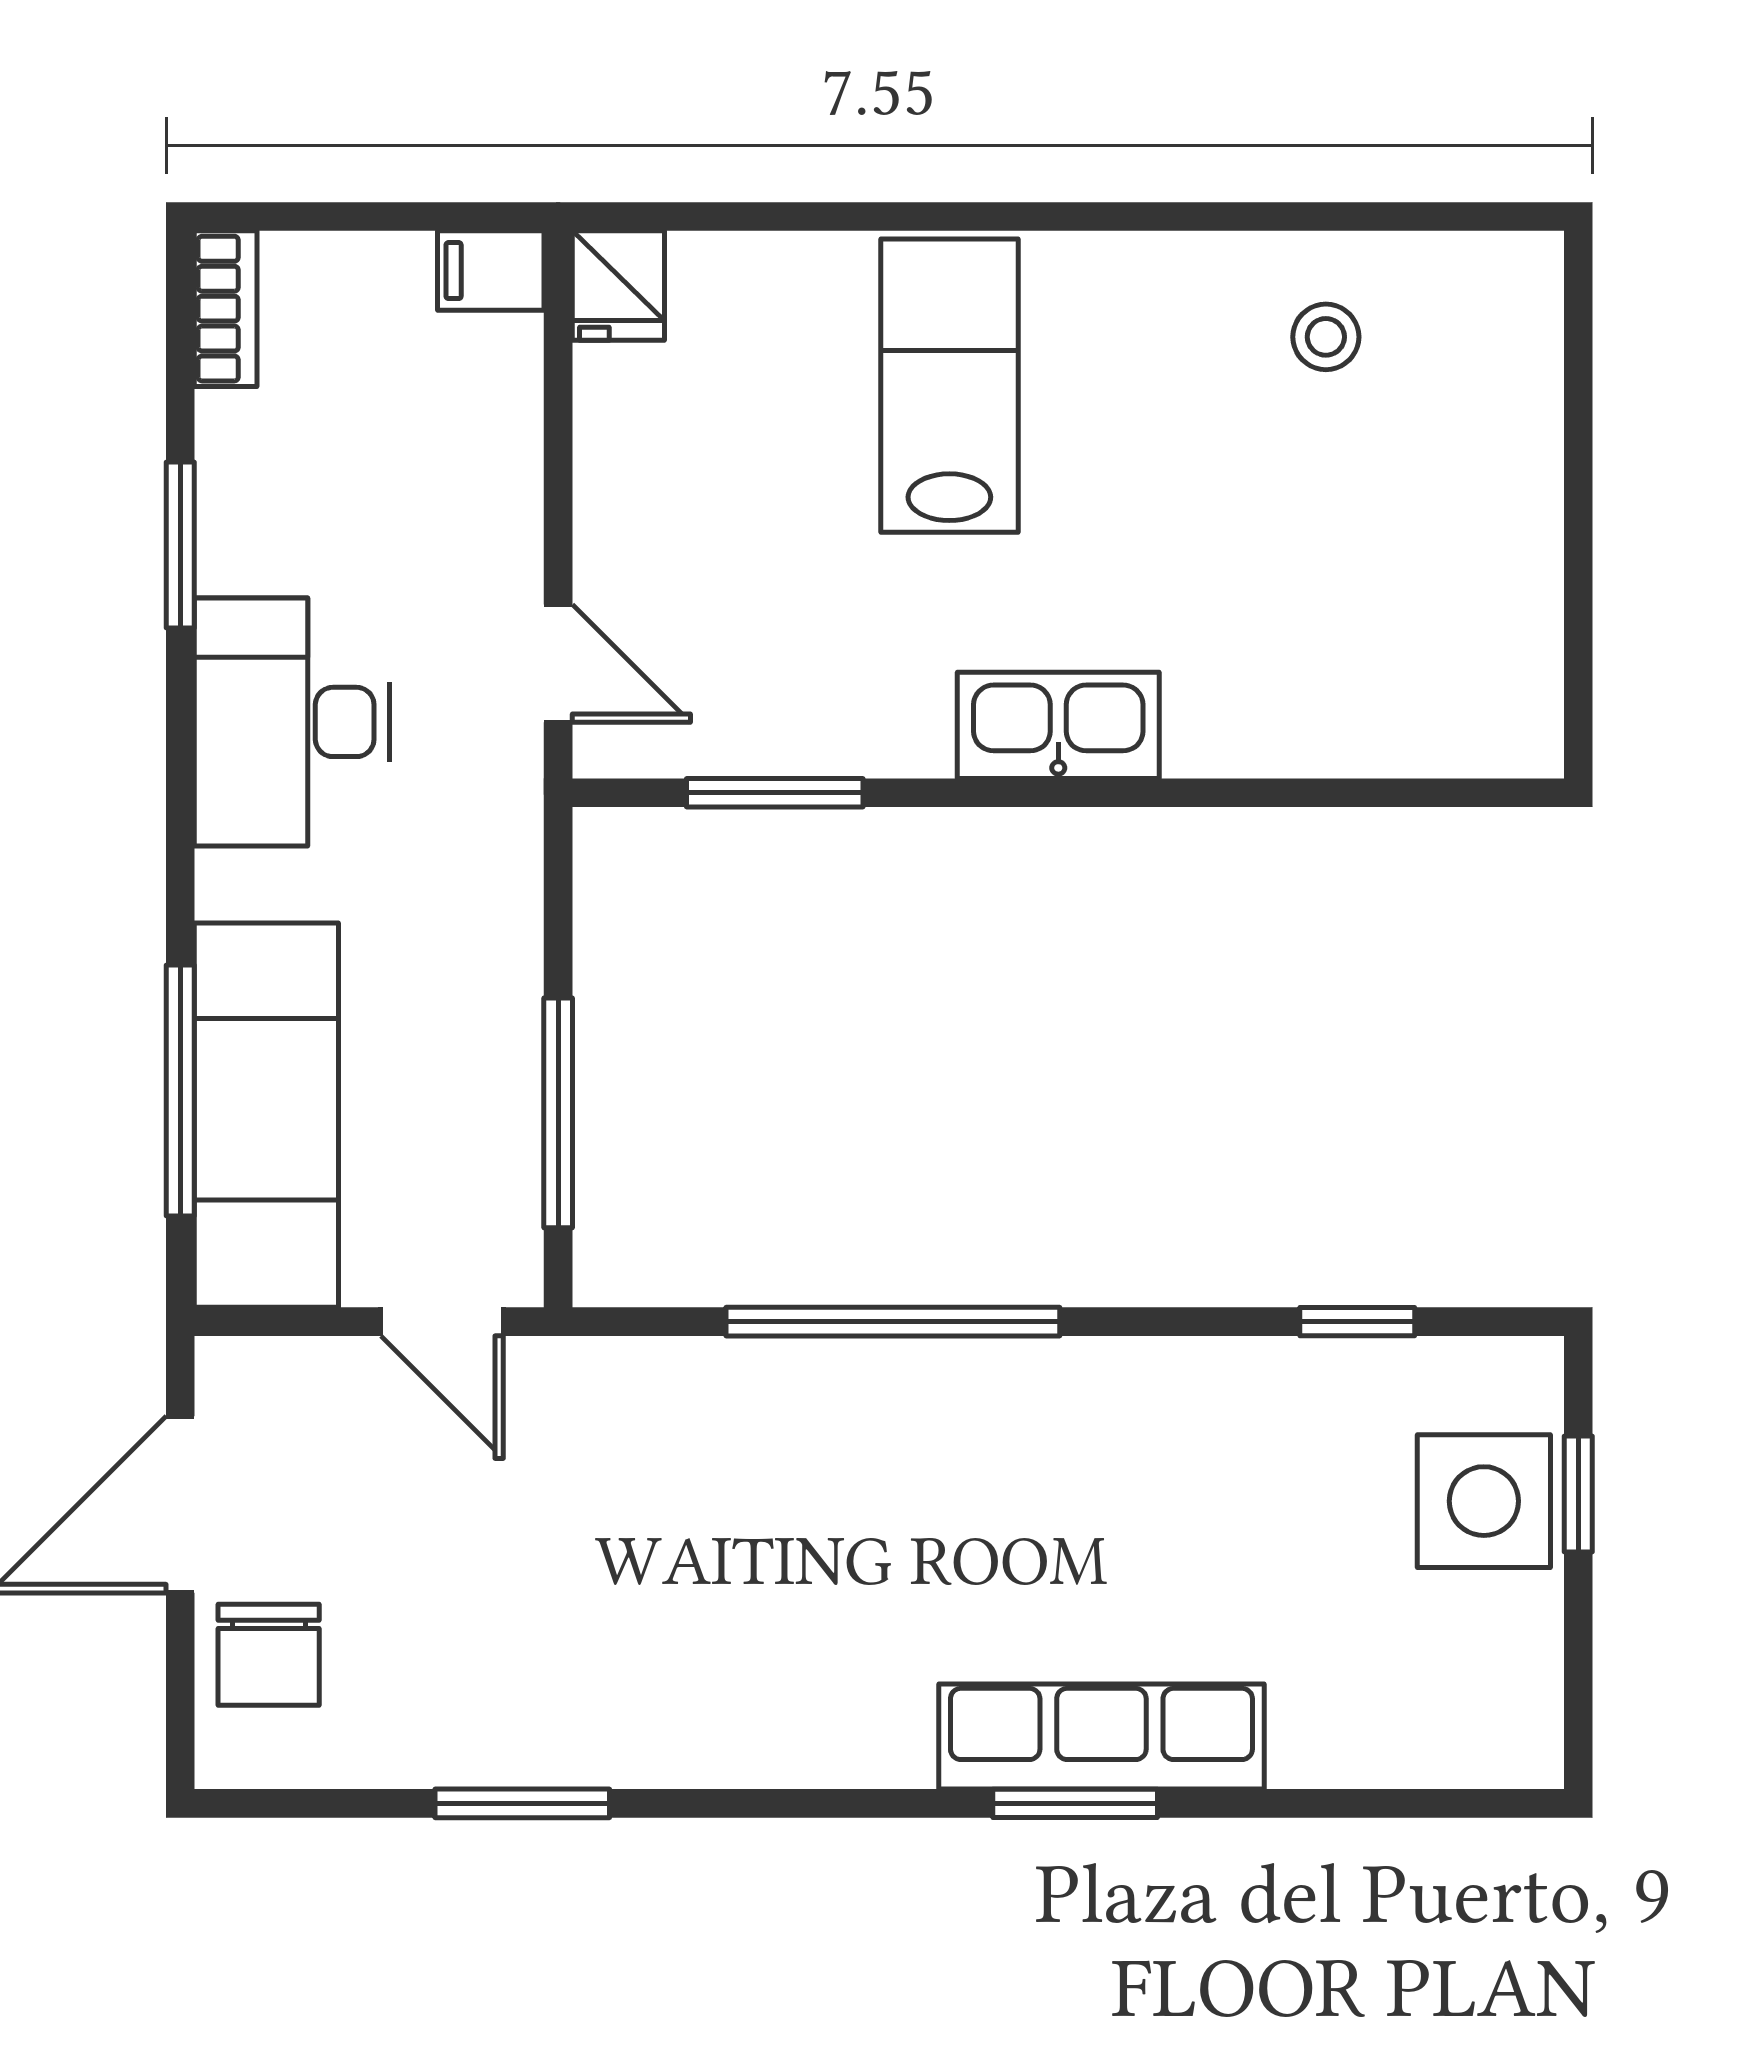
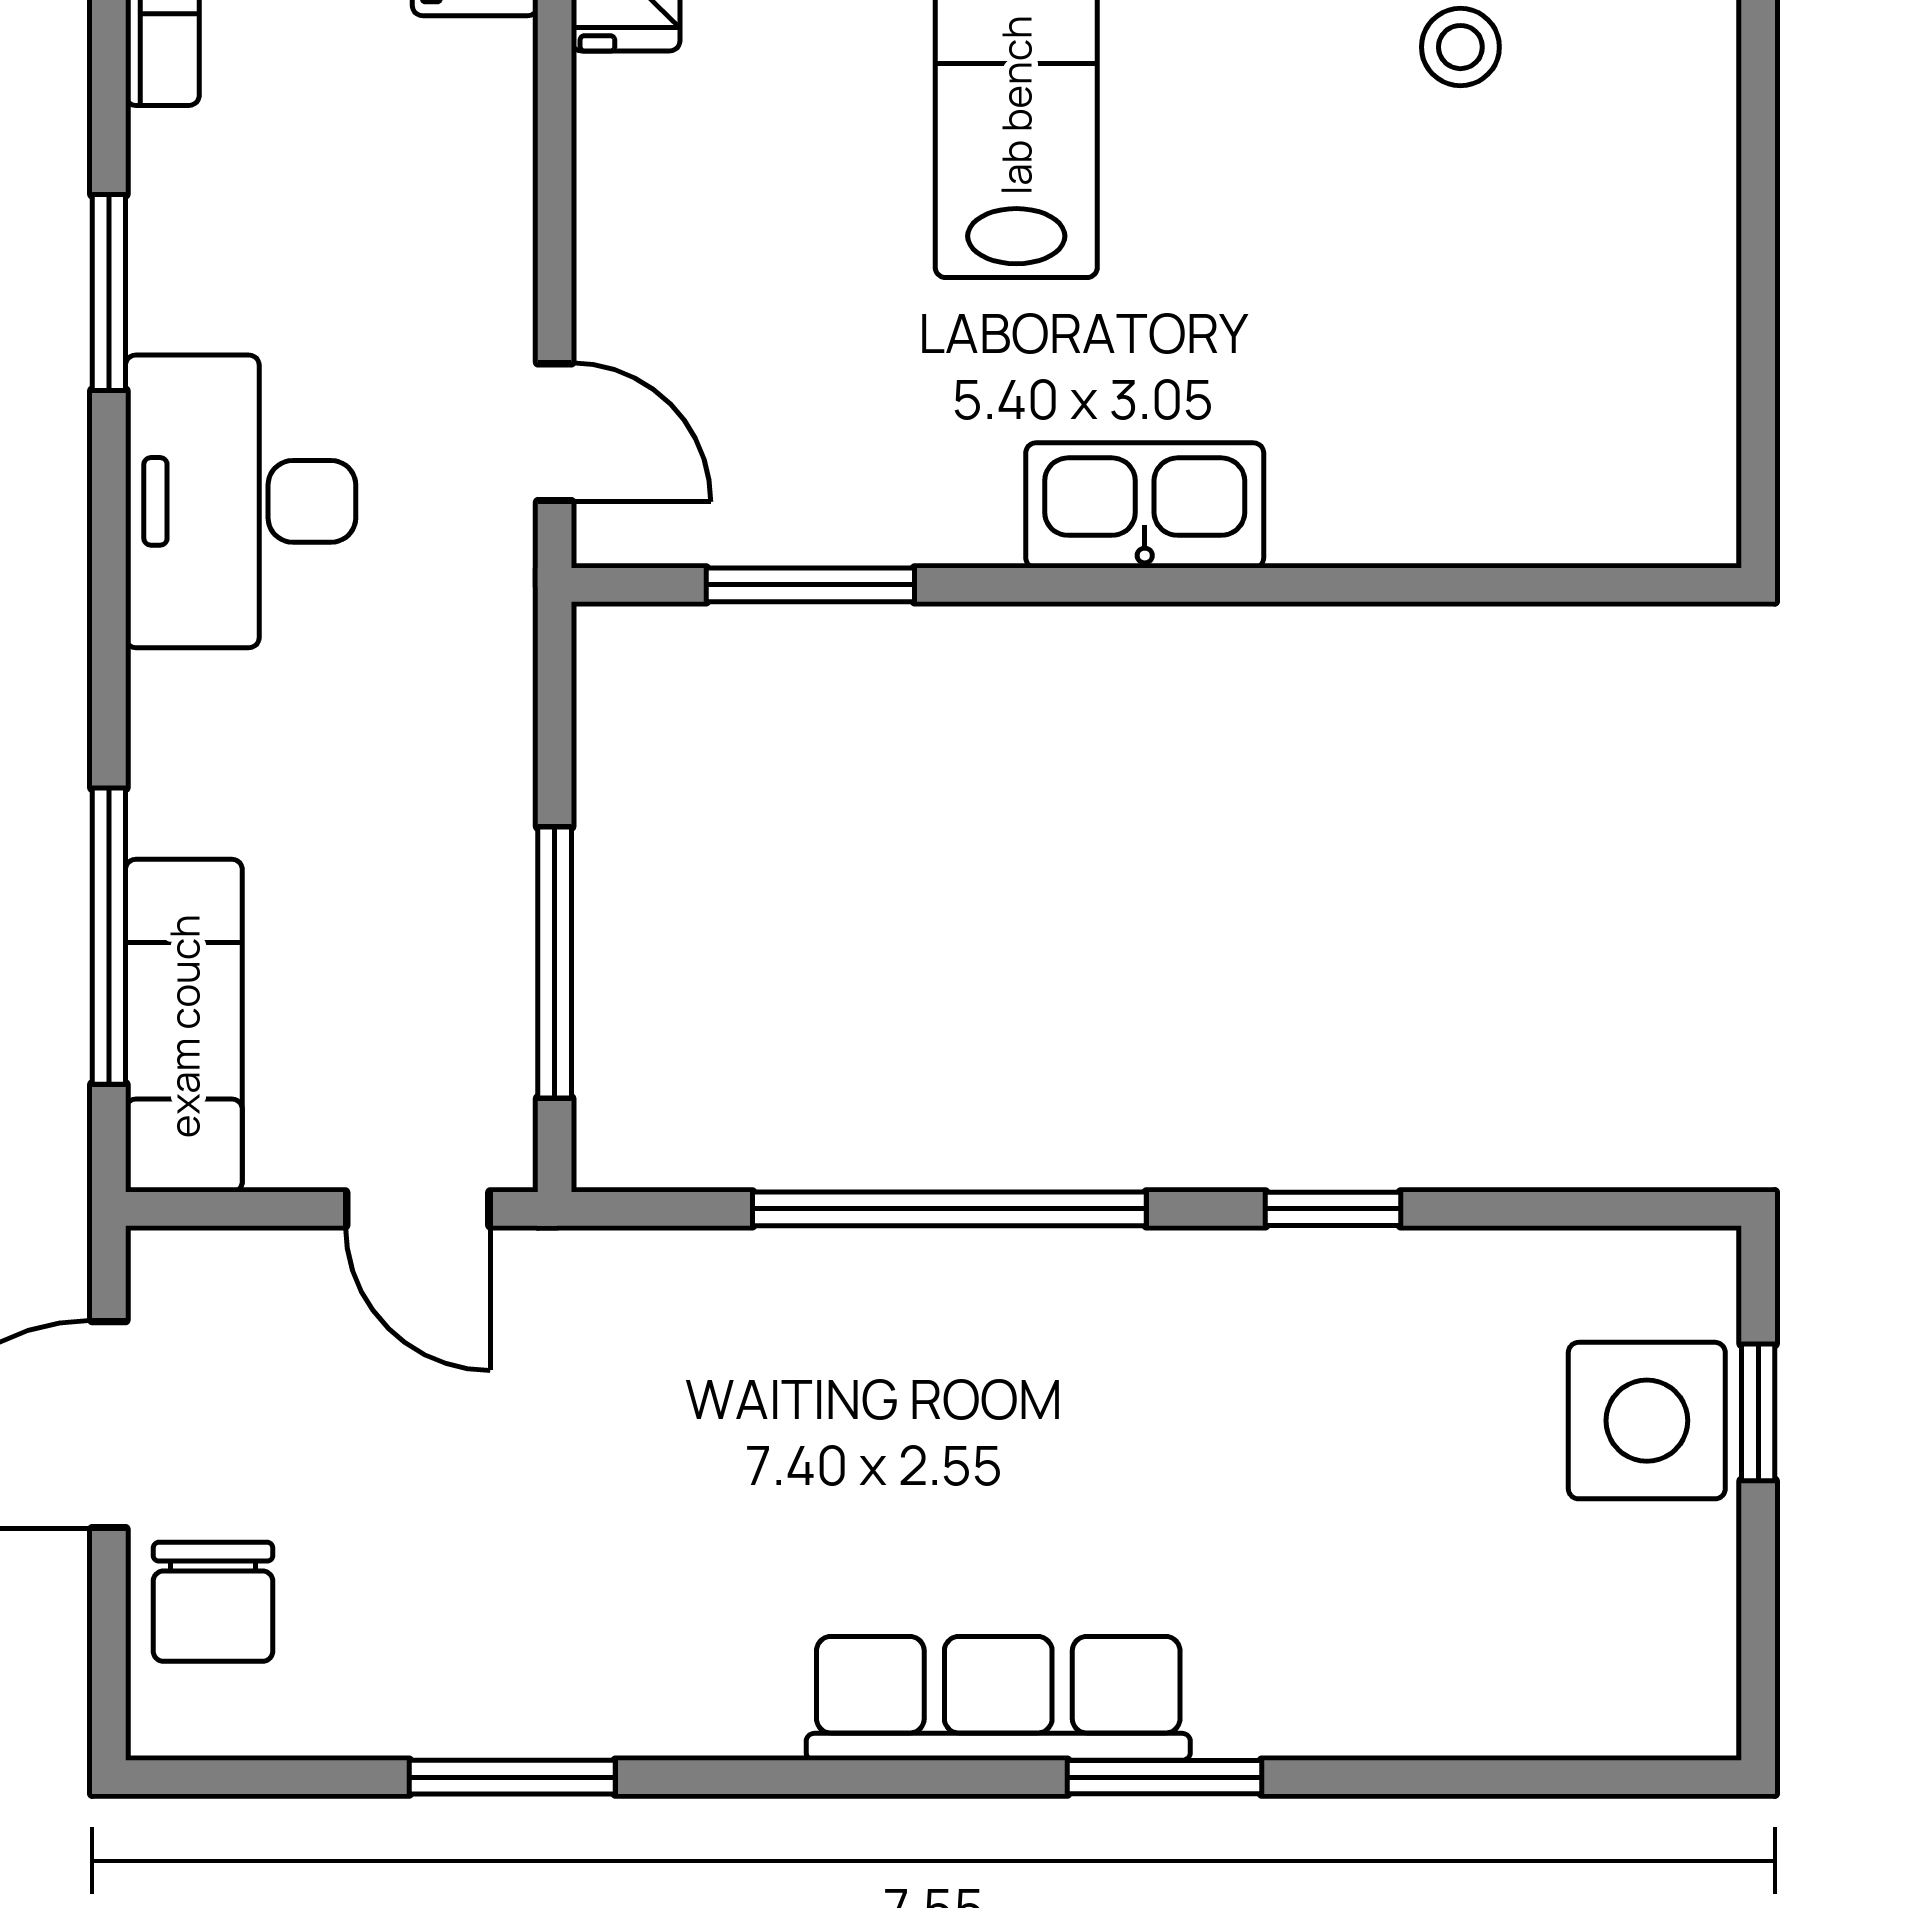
exam couch: (266, 1115) -> (184, 1026), width x0.73, depth x0.69
window: (1357, 1322) -> (1333, 1209), moved
row of seats: (1101, 1737) -> (998, 1698), moved

